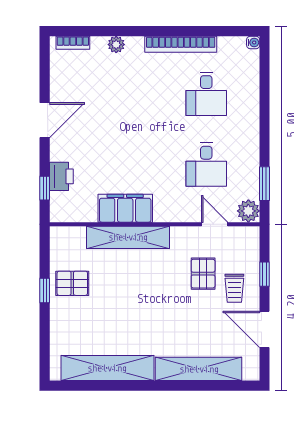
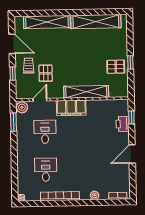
filing cabinet: (125, 208) -> (71, 108), moved
door: (215, 224) -> (40, 100), swing flipped

